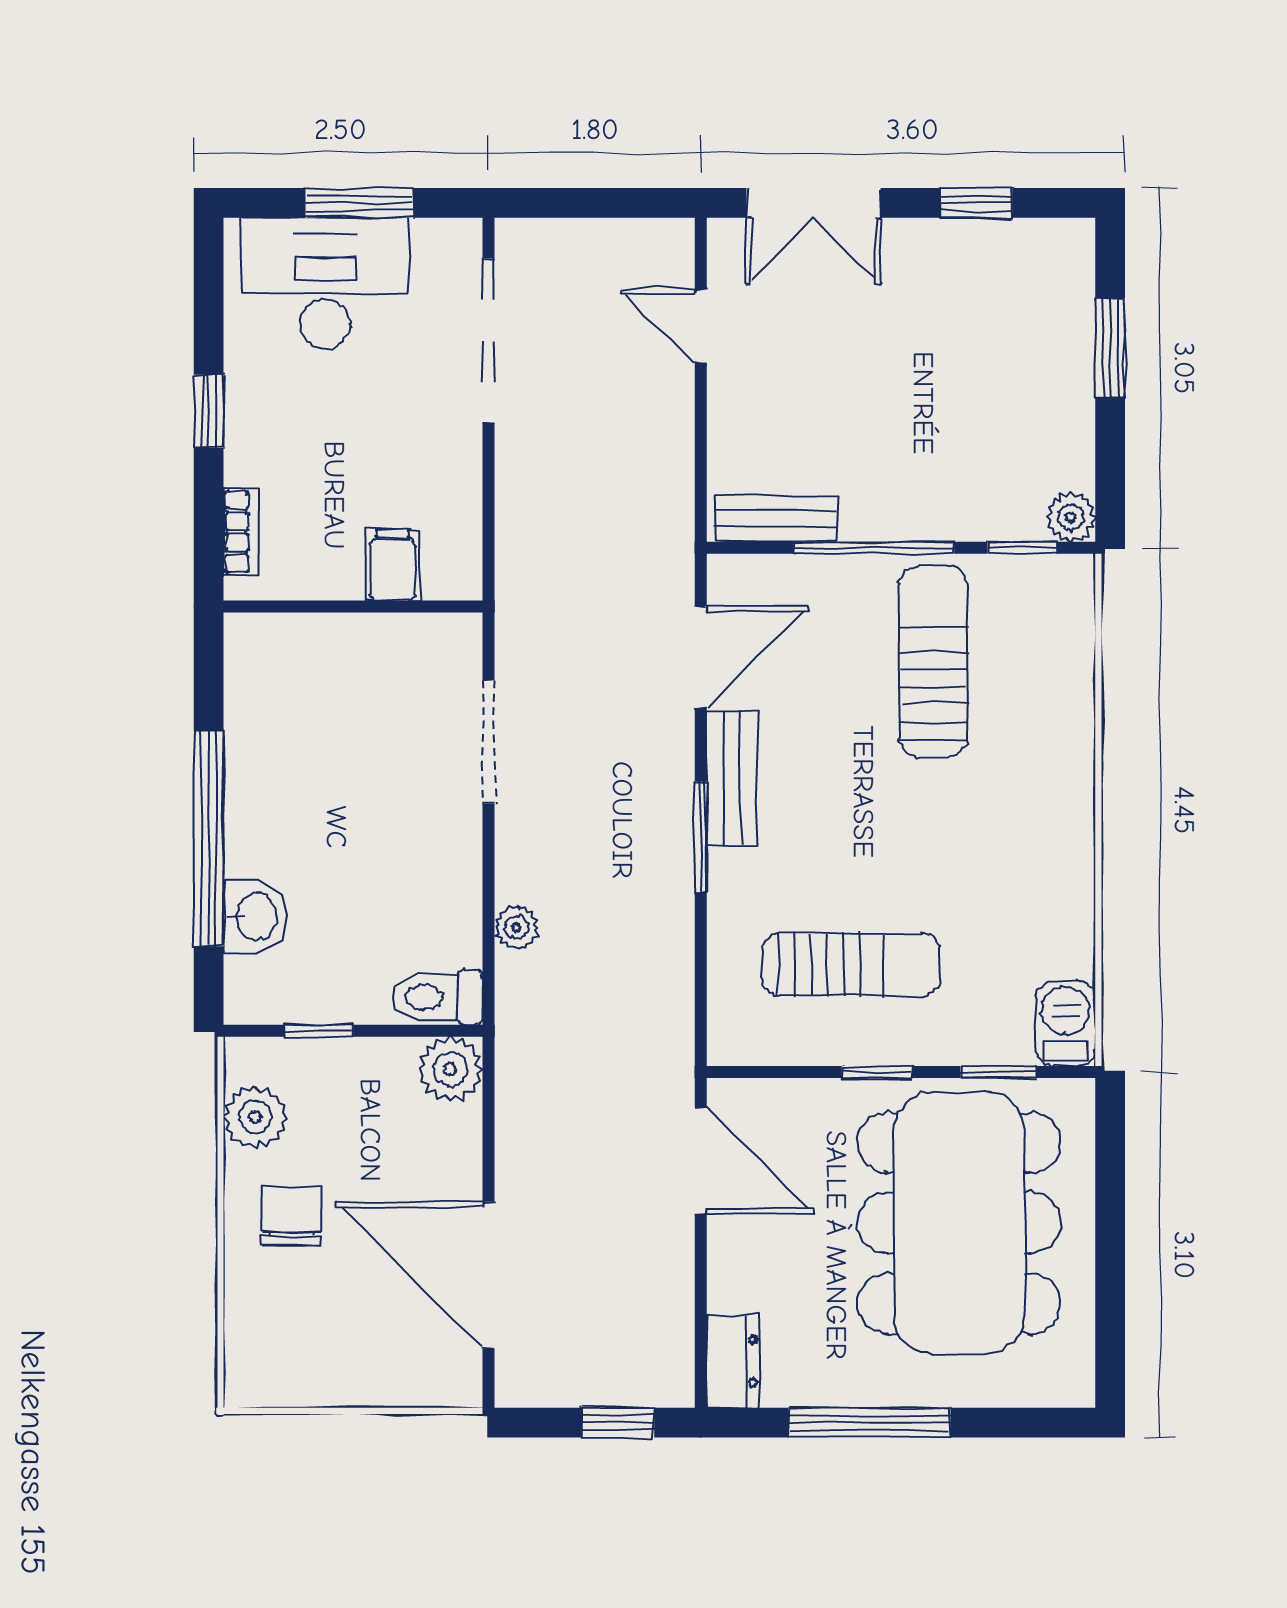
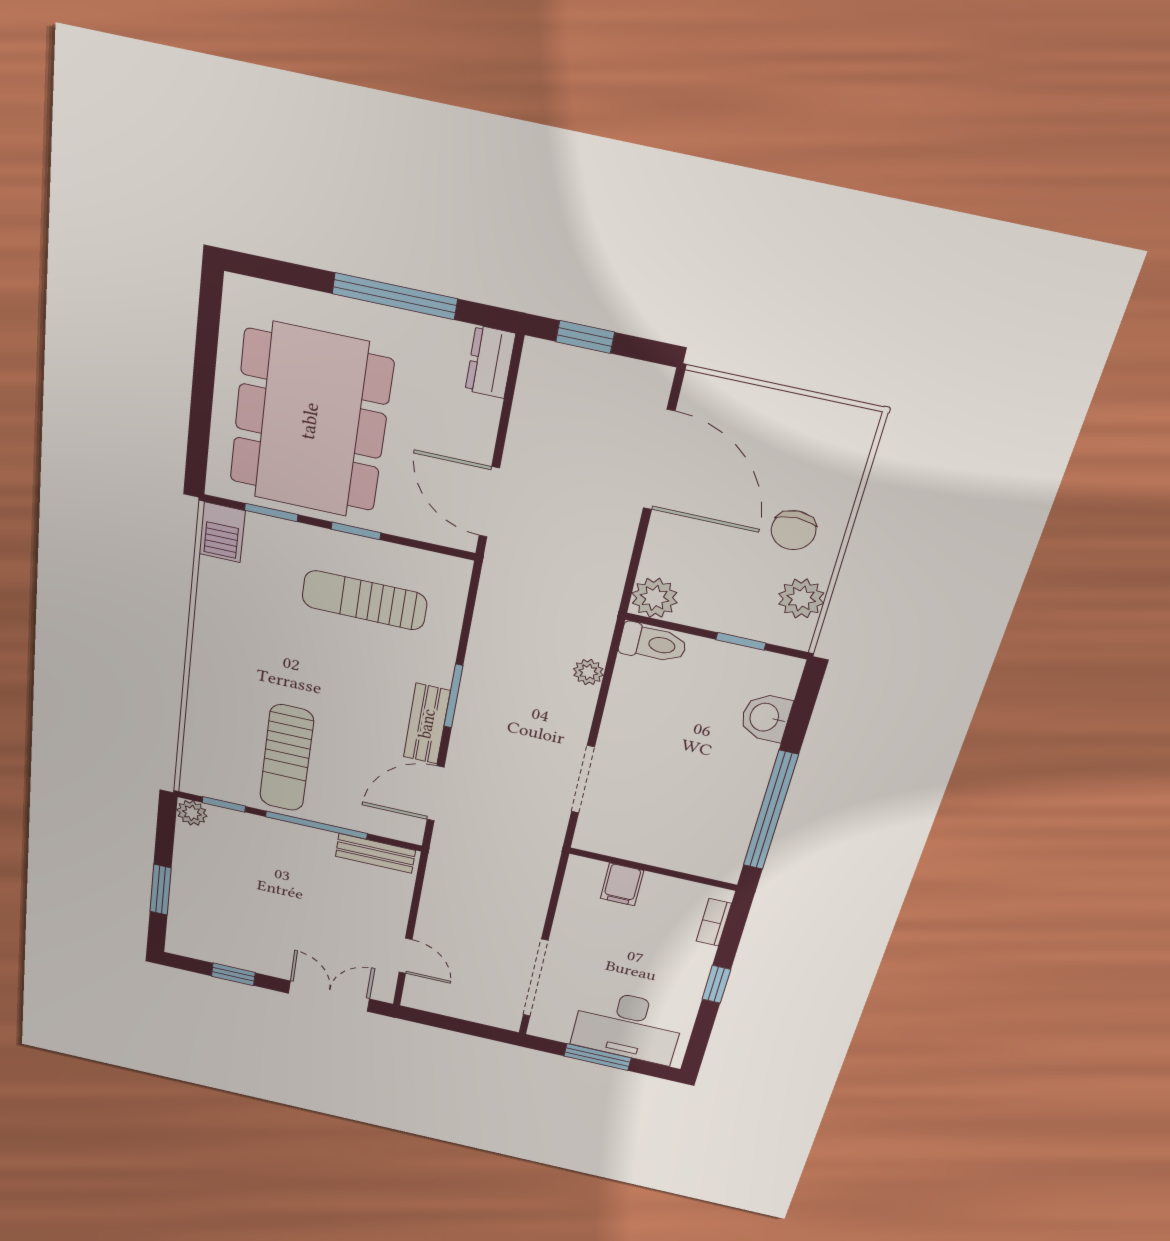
window: (209, 838) -> (771, 811), moved

